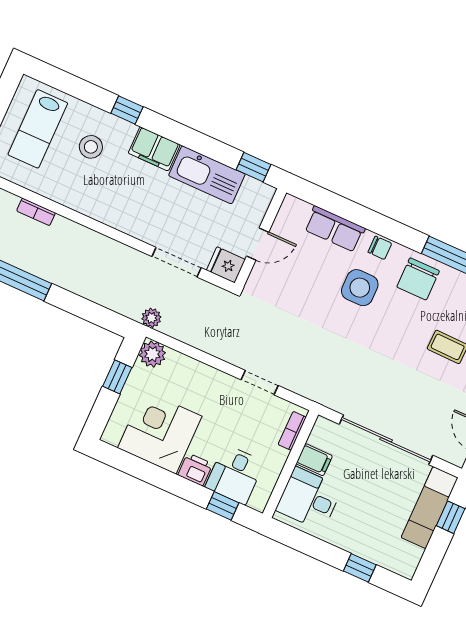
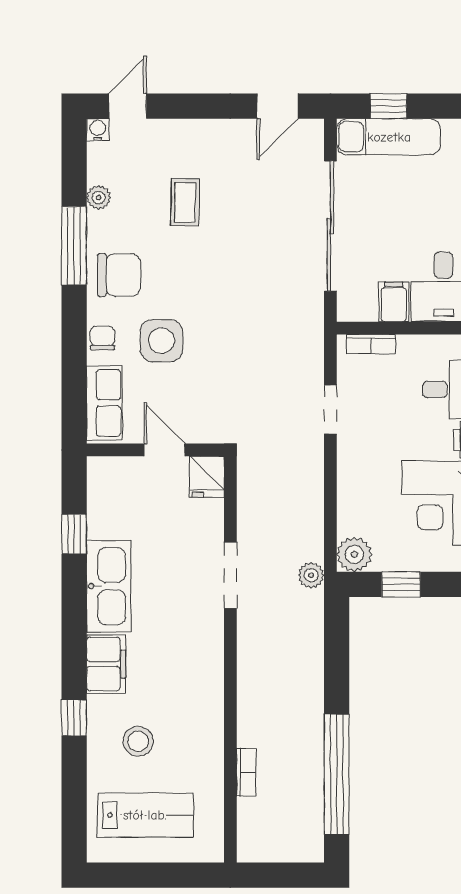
wall: (260, 238) -> (155, 450), moved
door: (258, 244) -> (164, 450), moved
fridge: (226, 265) -> (207, 477), moved

